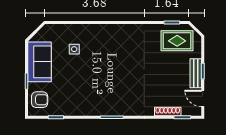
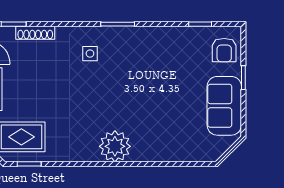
plant: (114, 34) -> (115, 146), added
side table: (74, 49) -> (90, 54), moved
armchair: (40, 100) -> (224, 50), turned -90

